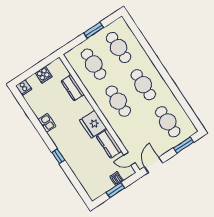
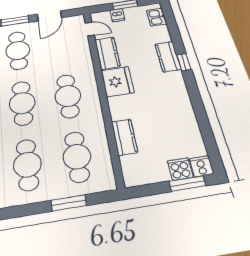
window: (94, 30) -> (69, 203), moved
window: (28, 74) -> (187, 183), added
cooker: (44, 75) -> (180, 169), moved
kitchen sink: (47, 123) -> (156, 17), moved
kitchen counter: (70, 156) -> (168, 57), added
door: (154, 165) -> (50, 16), moved

